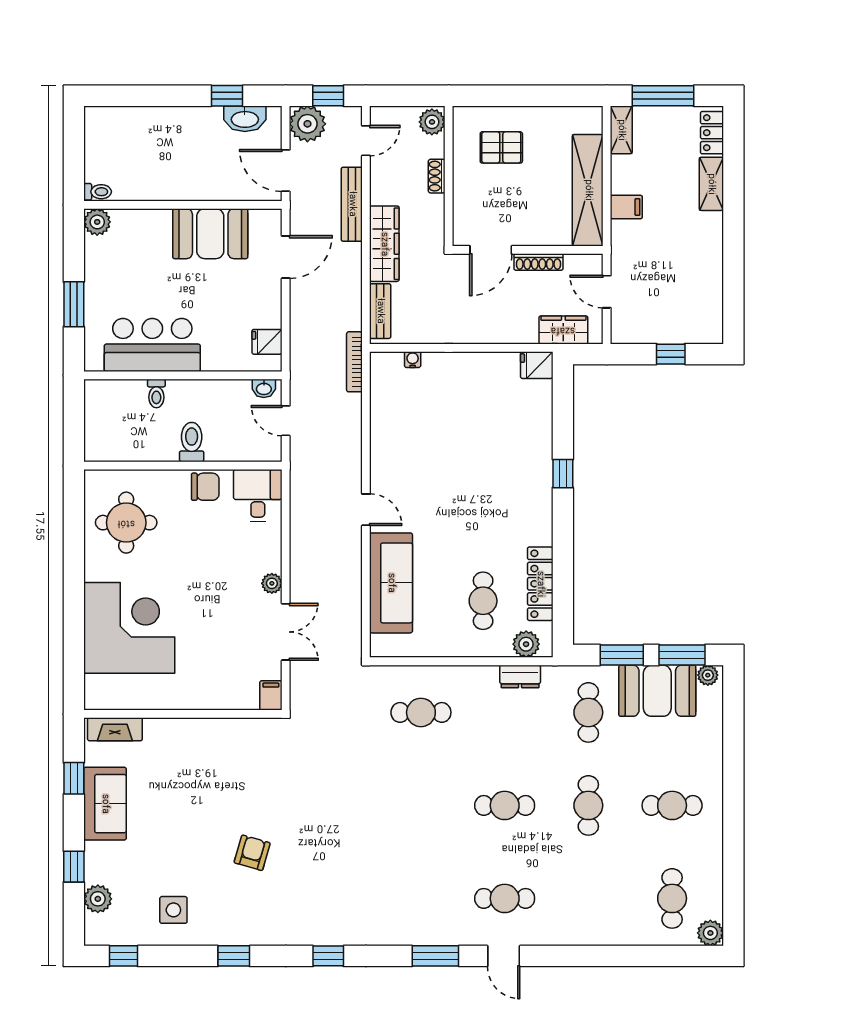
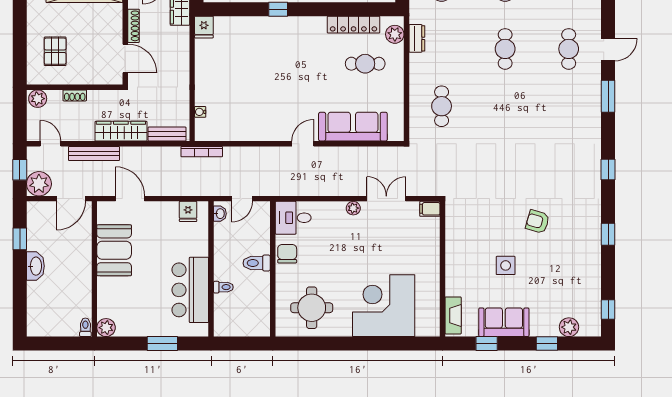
washbasin: (245, 119) -> (35, 266), moved
side table: (173, 910) -> (506, 265), moved

